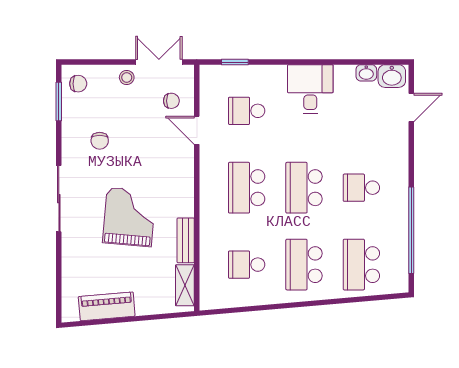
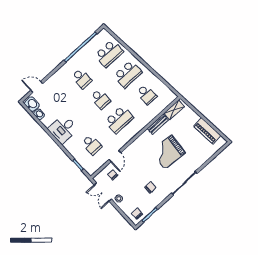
school desk: (304, 188) -> (100, 99), width x0.54

